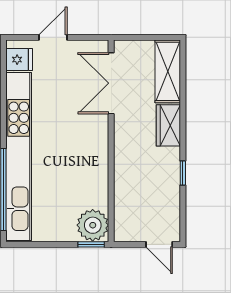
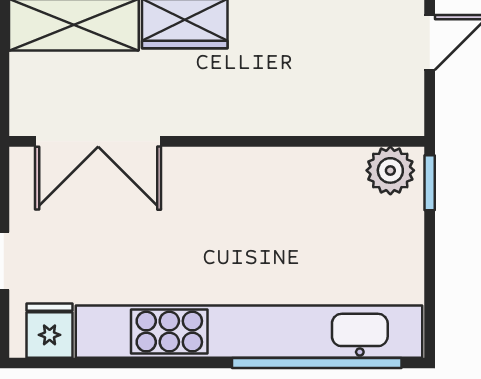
plant: (93, 225) -> (390, 170), width x0.73, depth x0.73

